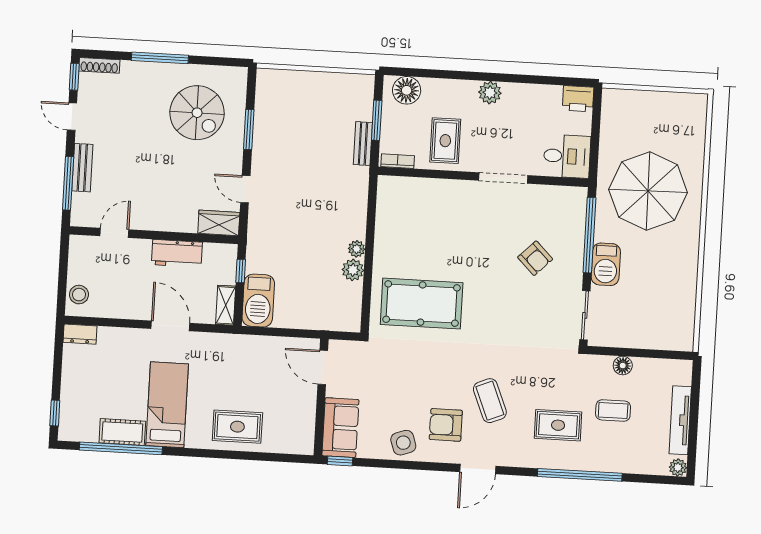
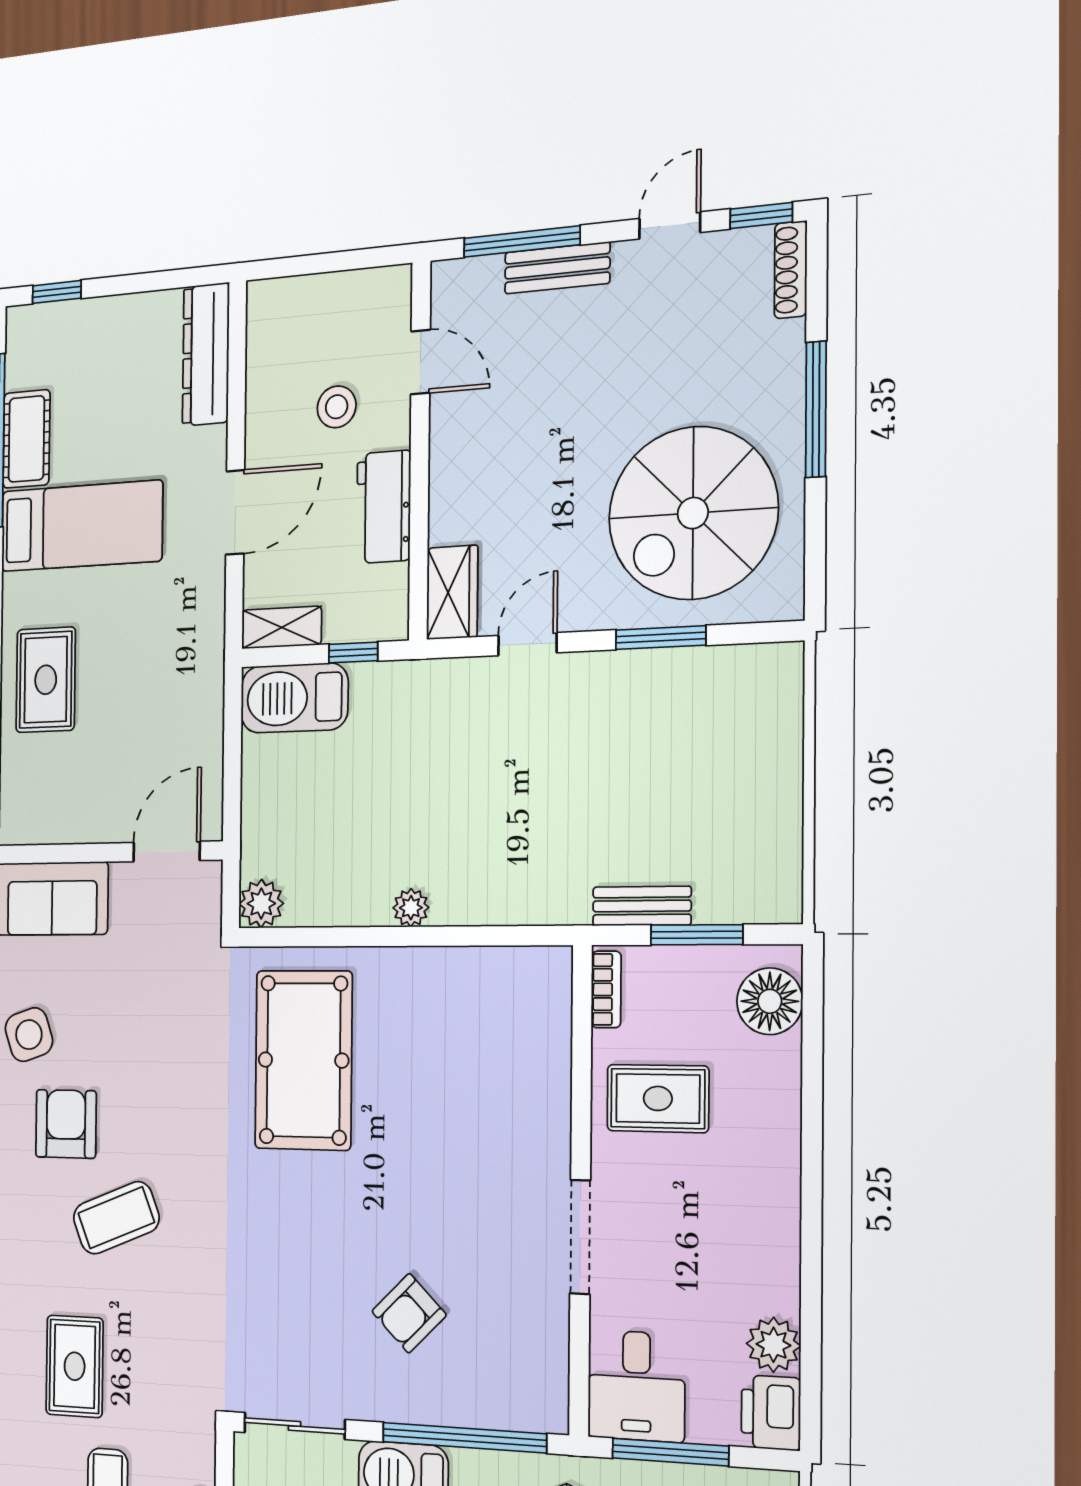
plant: (490, 93) -> (773, 1345), moved
spiral stairs: (197, 113) -> (693, 513), width x1.37, depth x1.37
window: (595, 143) -> (670, 1452), added
plant: (353, 270) -> (261, 904), moved
stool: (79, 295) -> (337, 407), moved
dresser: (80, 334) -> (206, 354), width x1.96, depth x1.24

